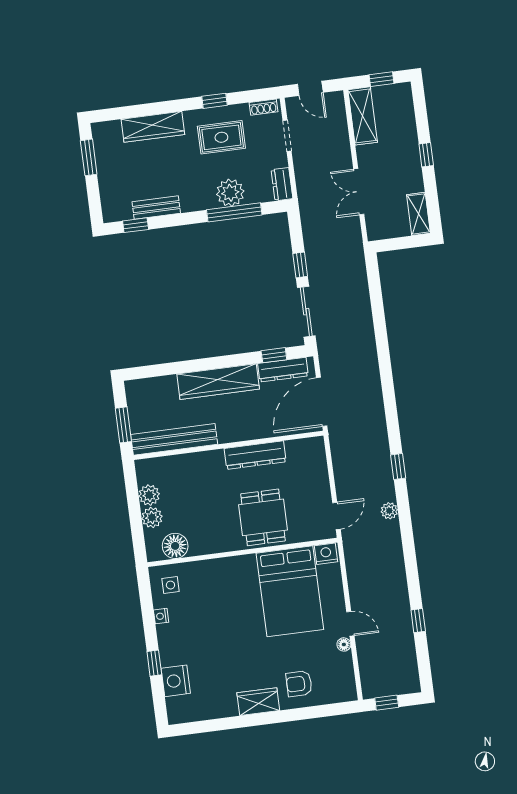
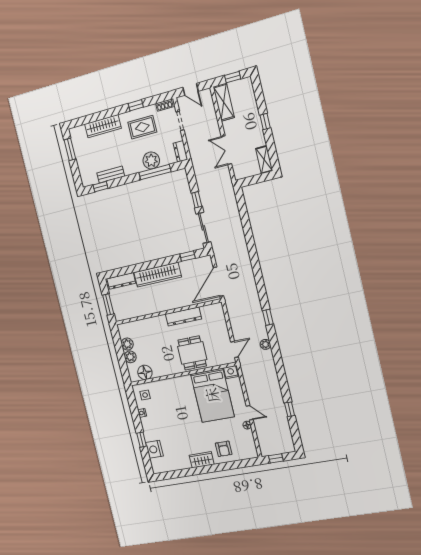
dresser: (283, 370) -> (121, 281), moved
bench: (174, 439) -> (137, 311), removed
armchair: (299, 684) -> (224, 449), turned -90

